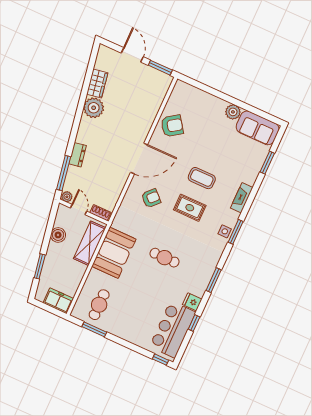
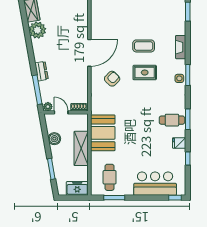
armchair: (172, 126) -> (103, 17), removed
shelving: (90, 243) -> (81, 148), moved
cafe table: (164, 258) -> (172, 120), moved
bar counter: (173, 329) -> (155, 184), moved, turned 90

